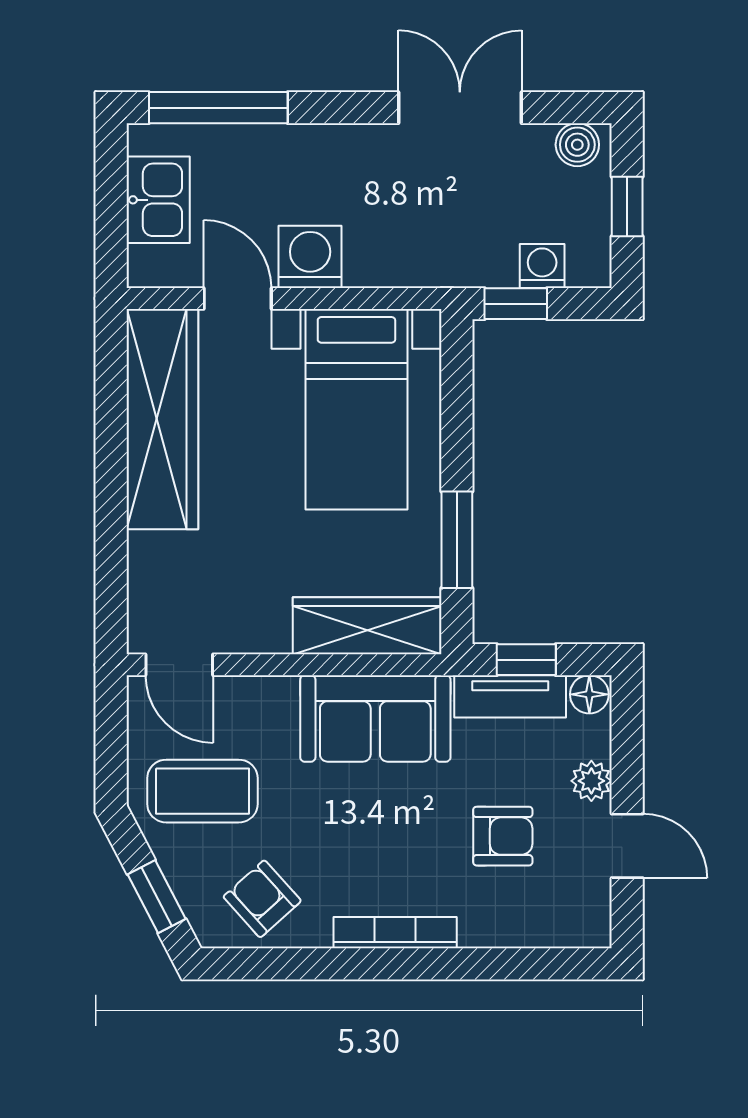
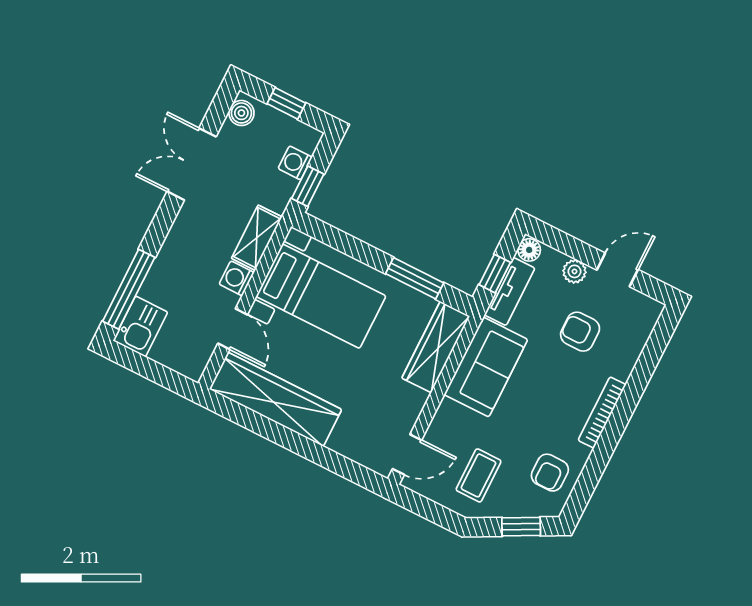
kitchen sink: (158, 200) -> (140, 326), moved, turned 90
washing machine: (310, 257) -> (237, 278), width x0.73, depth x0.73
shelving: (397, 265) -> (257, 238), added
door: (238, 298) -> (233, 329), swing flipped
coffee table: (202, 791) -> (479, 475), width x0.73, depth x0.77
armchair: (503, 836) -> (580, 332), turned -90
armchair: (262, 899) -> (550, 473), turned -48

